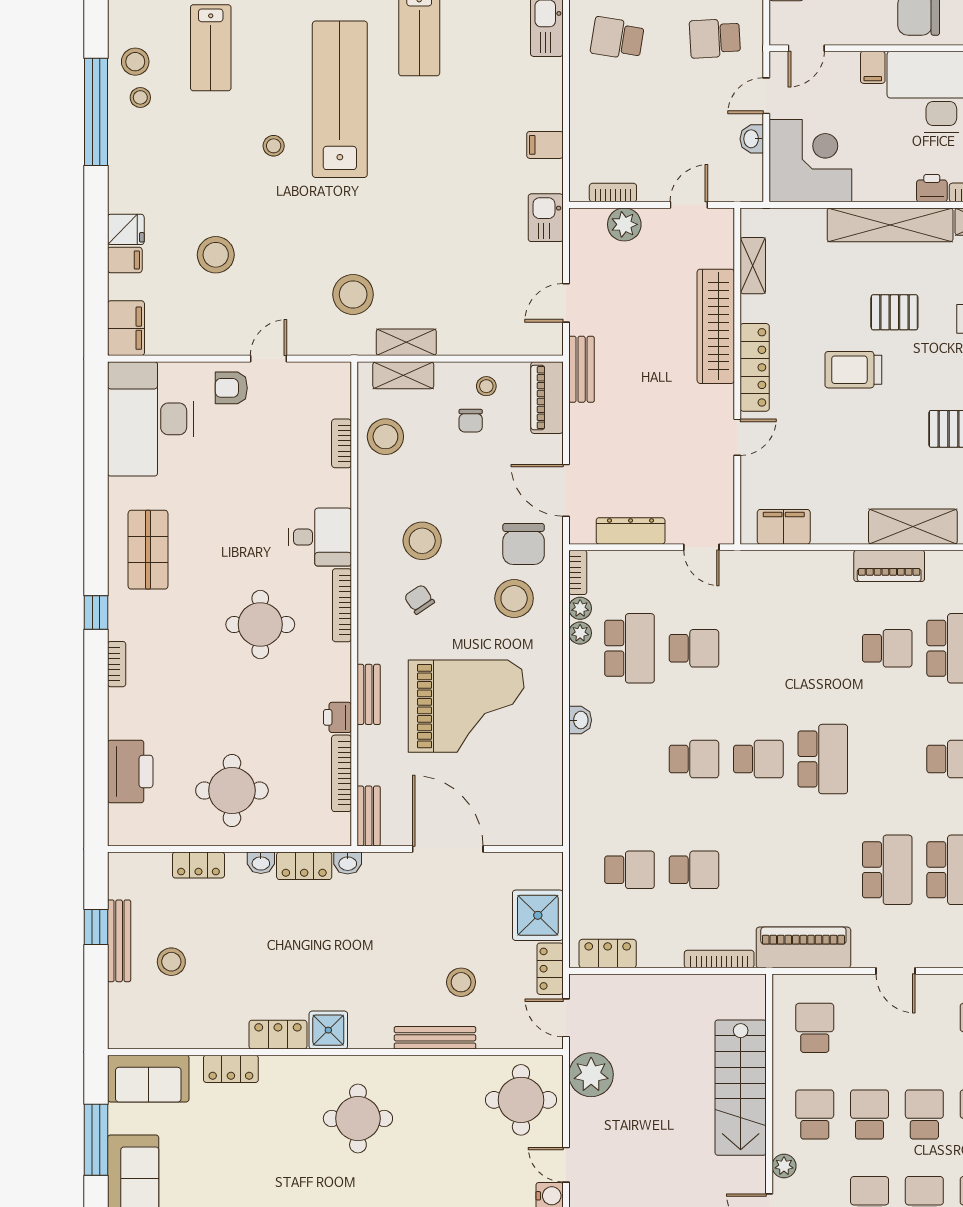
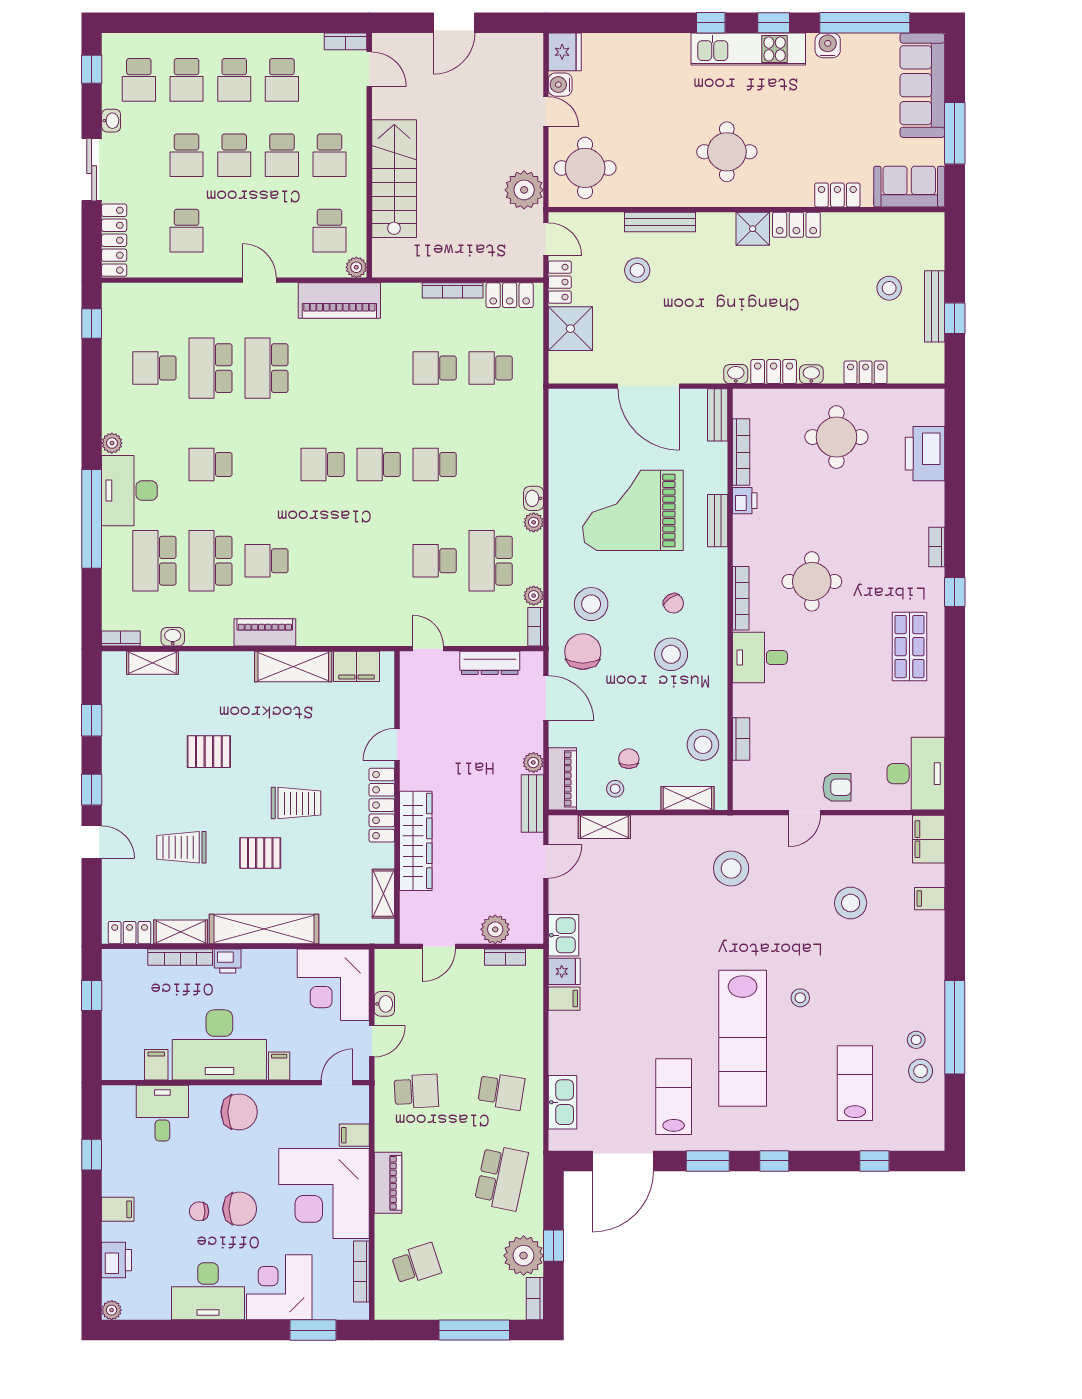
fridge: (126, 229) -> (564, 971), moved, turned 180
shelving: (406, 342) -> (604, 827), moved
plant: (581, 416) -> (533, 763), added
desk: (151, 419) -> (916, 774), width x0.73, depth x0.77
shelving: (913, 527) -> (293, 667), moved
plant: (580, 633) -> (534, 522), moved
school desk: (823, 759) -> (323, 464), width x0.54
bookcase: (719, 959) -> (453, 290), moved
plant: (784, 1166) -> (356, 267), moved

